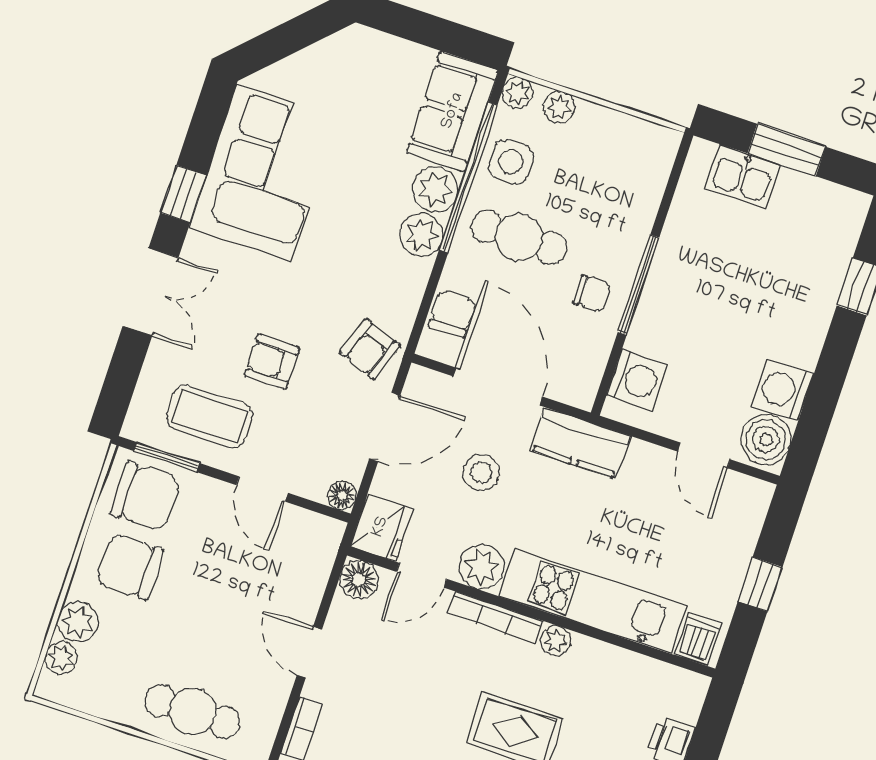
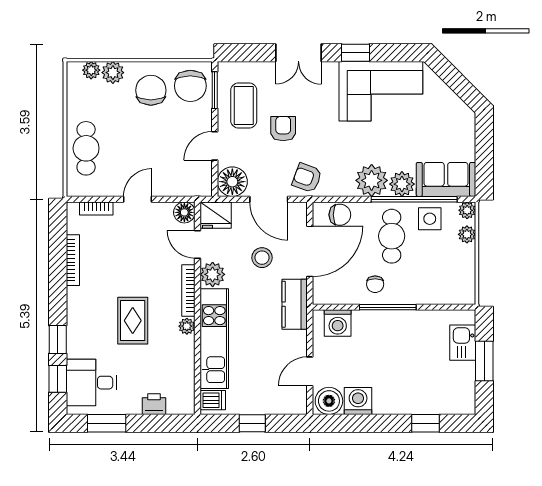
plant: (422, 235) -> (372, 180), width x1.36, depth x1.36
floor lamp: (342, 496) -> (232, 182), width x1.89, depth x1.89

